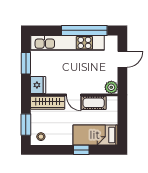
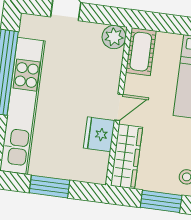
fridge: (38, 85) -> (99, 134), moved, turned -90
cot: (94, 103) -> (141, 52), moved

